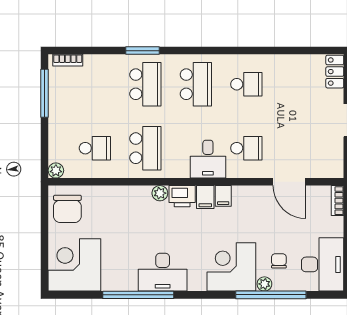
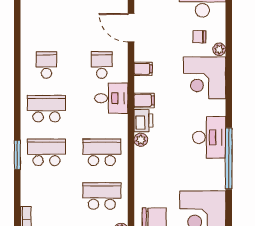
school desk: (95, 148) -> (102, 196), width x1.85
door: (289, 182) -> (131, 28), swing flipped
filing cabinet: (223, 196) -> (143, 69), moved
window: (271, 295) -> (229, 44), removed

